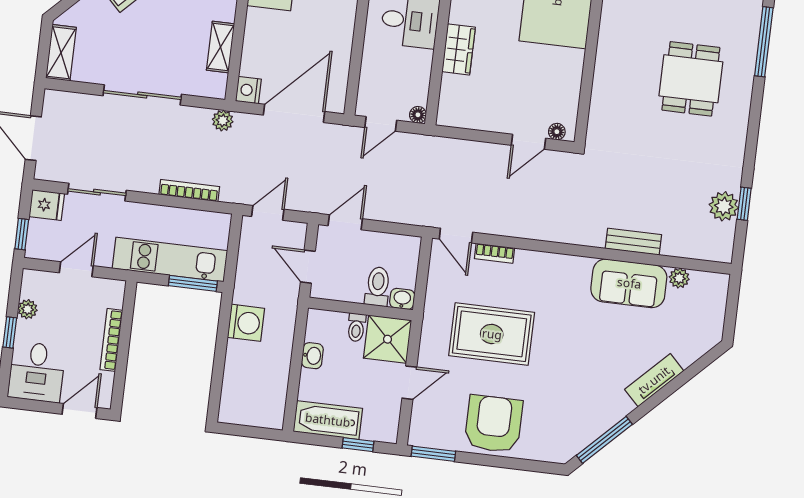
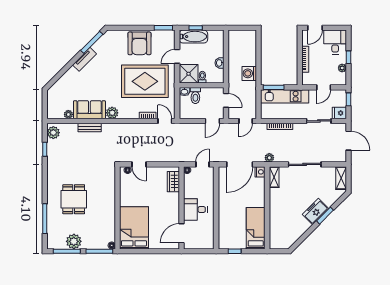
shelving: (221, 47) -> (274, 177), moved
wardrobe: (459, 49) -> (173, 182), moved
door: (528, 142) -> (139, 164), swing flipped
plant: (724, 206) -> (53, 133), moved
plant: (577, 270) -> (112, 113), added
rug: (492, 334) -> (145, 81), width x1.37, depth x1.44
tv unit: (654, 380) -> (84, 59), moved
bathtub: (328, 420) -> (193, 37), moved

